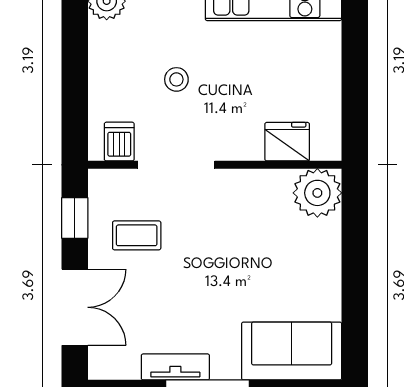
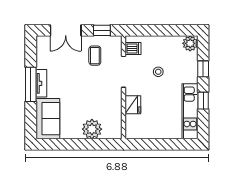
fridge: (287, 142) -> (133, 105), moved
plant: (317, 193) -> (92, 129), moved
tv unit: (175, 367) -> (41, 83), moved

